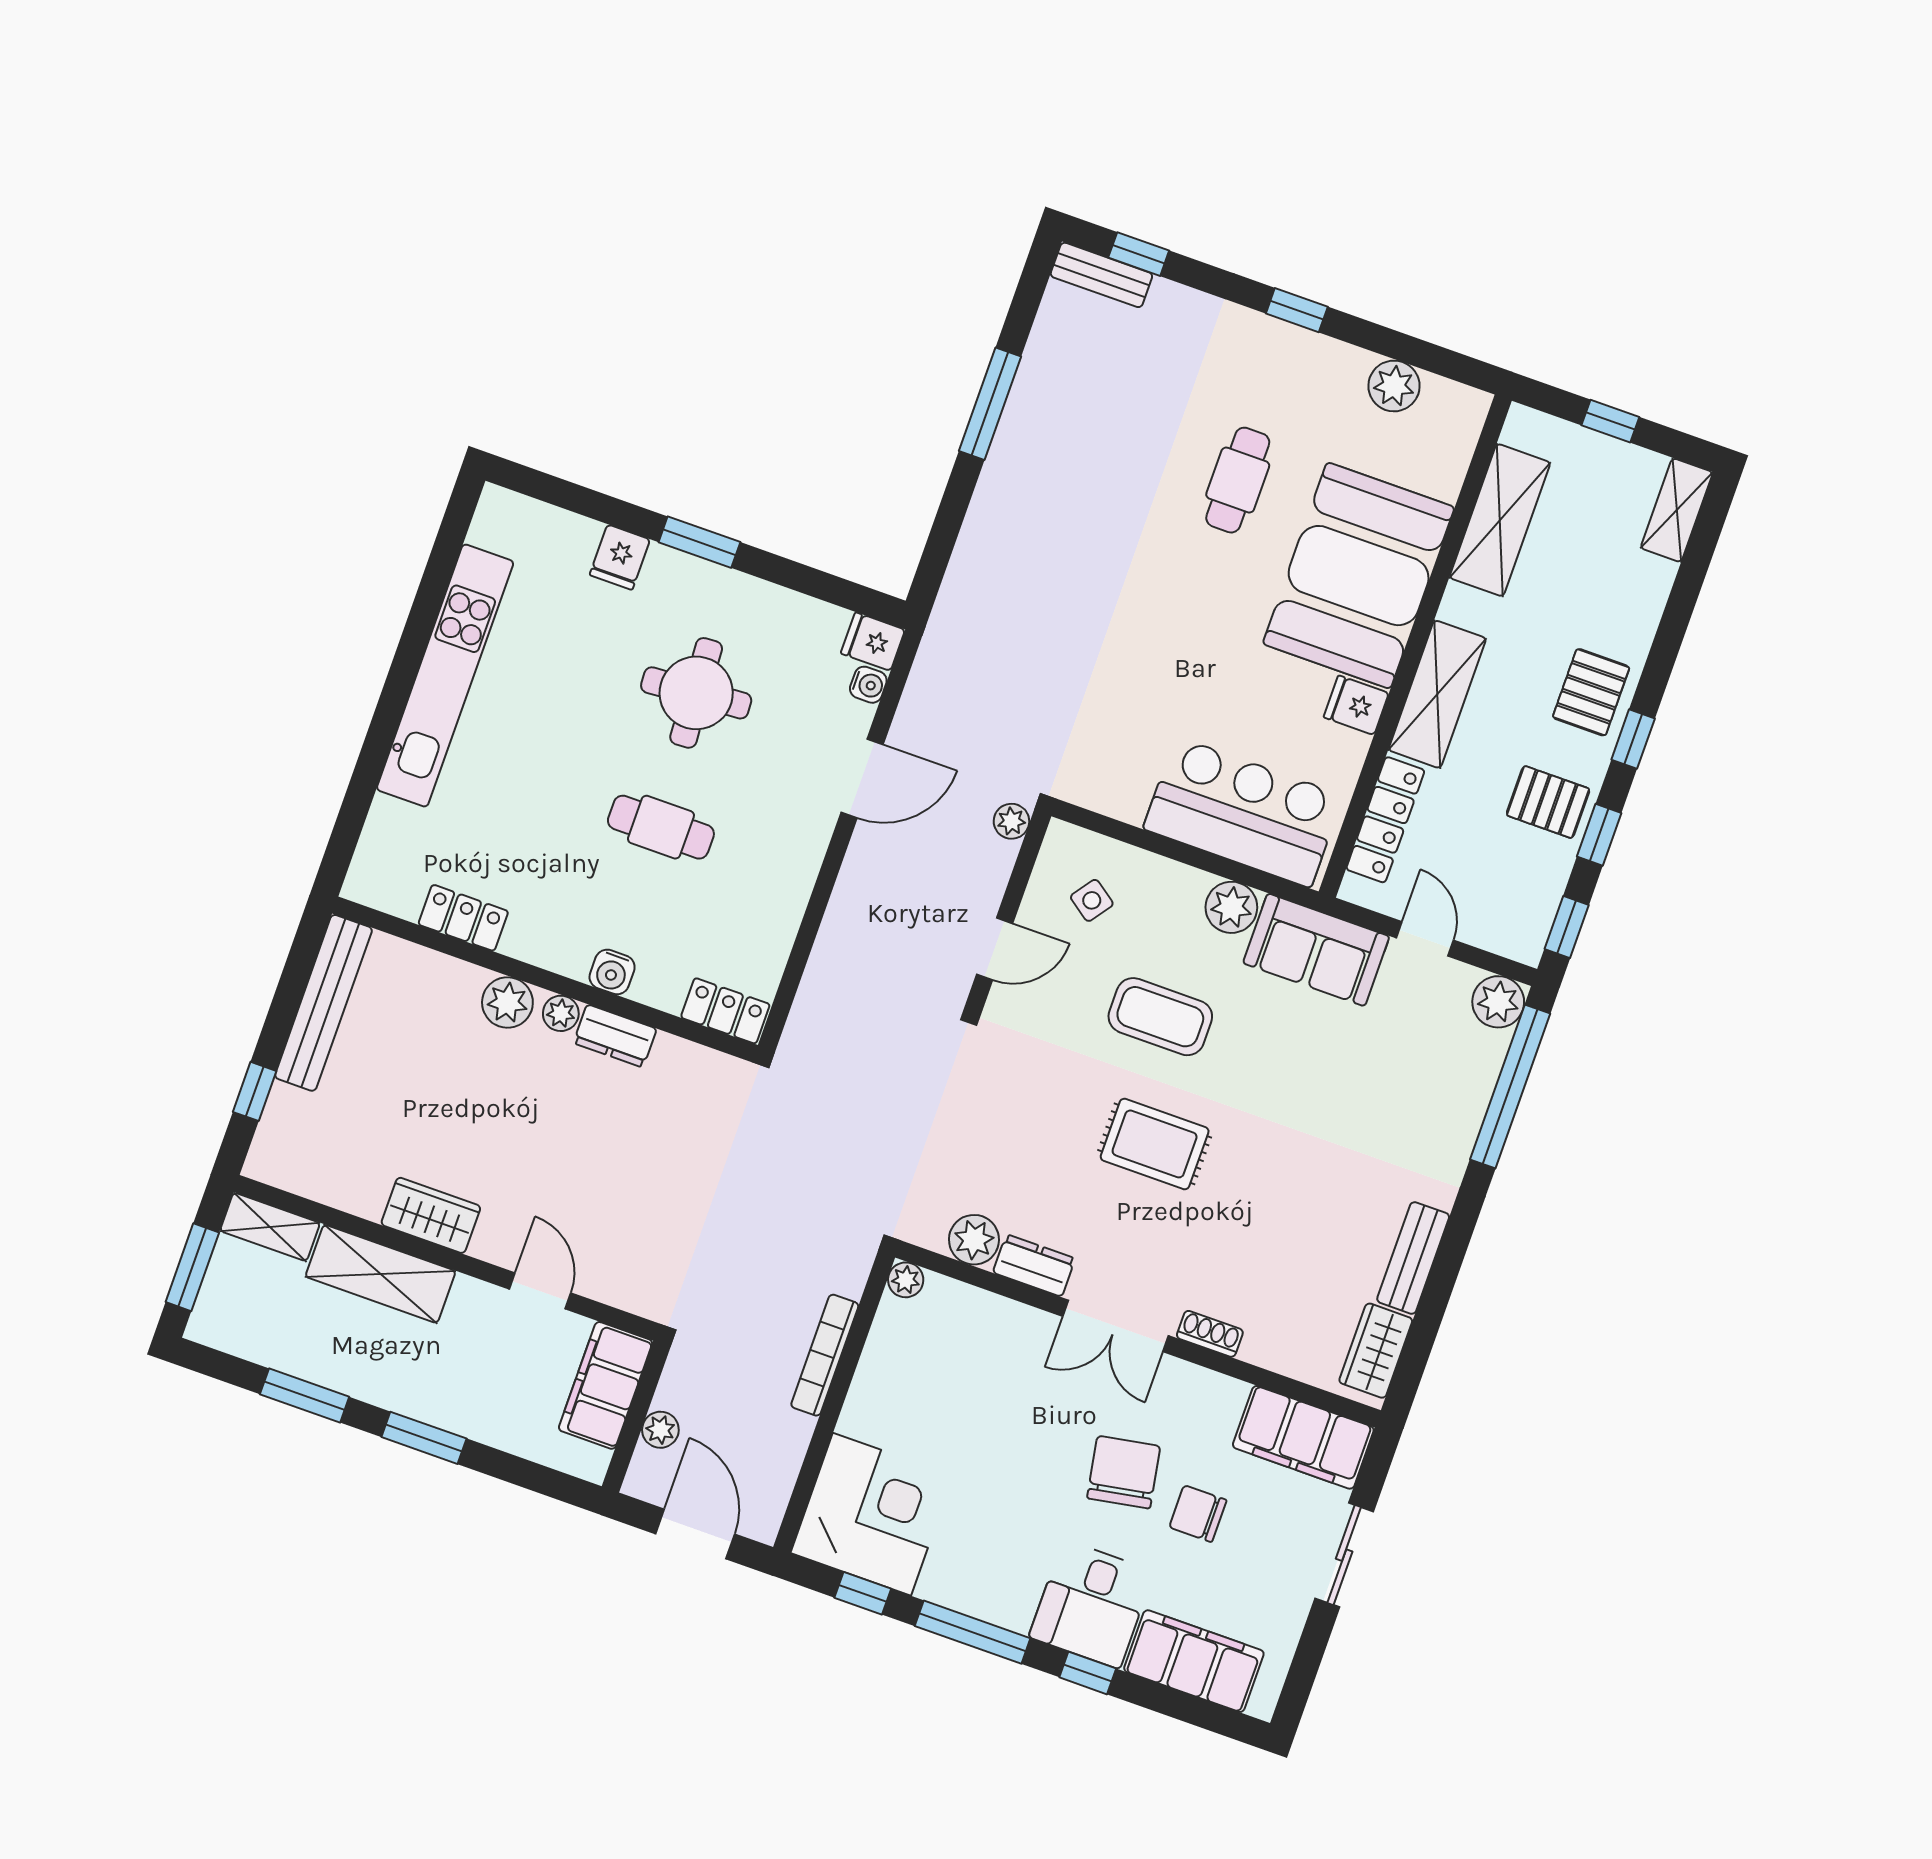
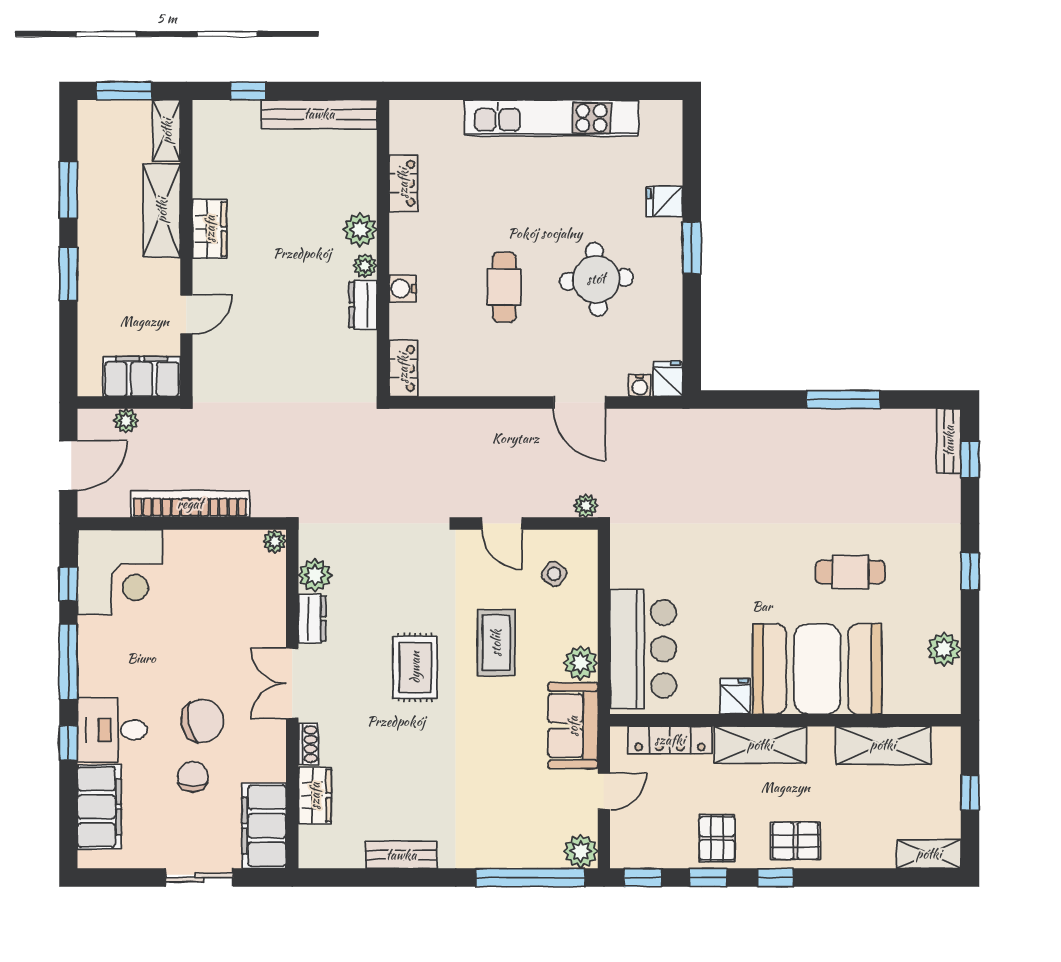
wardrobe: (1376, 1351) -> (315, 796), moved, turned 90
bookcase: (825, 1355) -> (190, 504), width x1.48, depth x1.31

